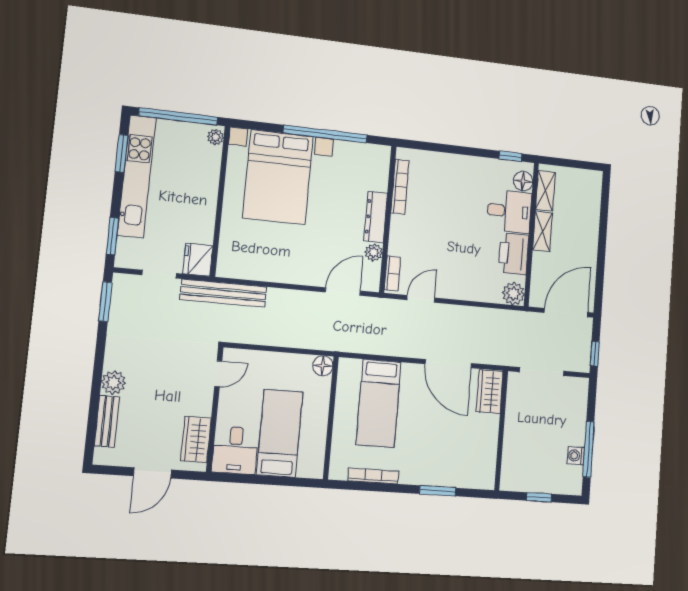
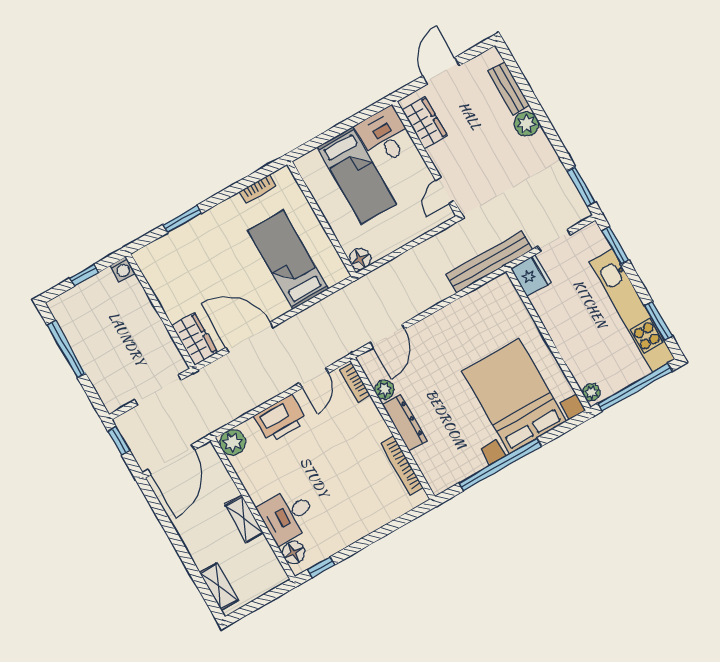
shelving: (545, 191) -> (219, 587), moved
printer: (514, 254) -> (280, 419), moved, turned 90
washing machine: (576, 456) -> (122, 269), moved, turned 90
bookcase: (373, 476) -> (257, 189), width x0.64

